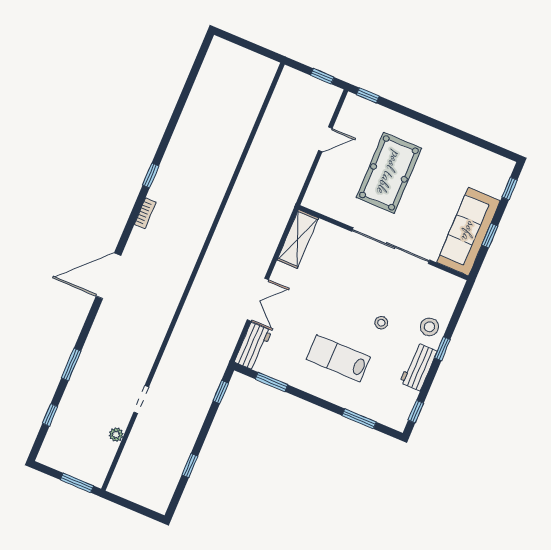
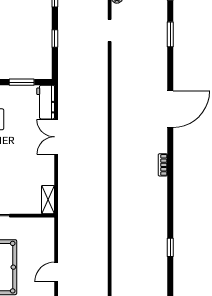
window: (151, 176) -> (170, 247), moved
shelving: (298, 239) -> (48, 200), width x0.67, depth x0.75
window: (221, 392) -> (55, 38), moved

